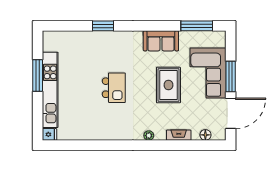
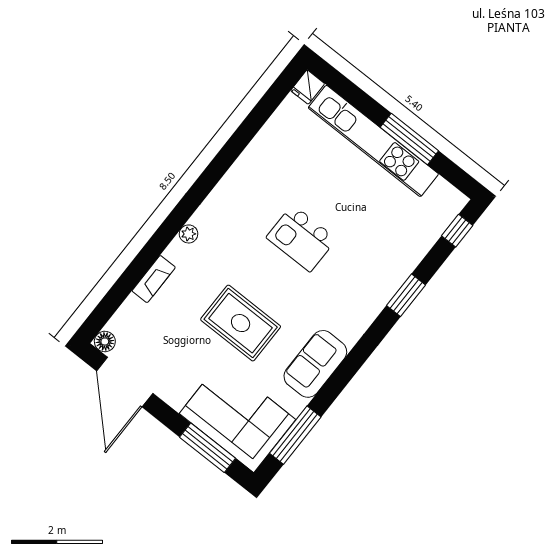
window: (60, 26) -> (457, 231), added
corner sofa: (208, 73) -> (238, 416), moved
window: (231, 76) -> (208, 448), moved
floor lamp: (205, 135) -> (105, 341), moved

